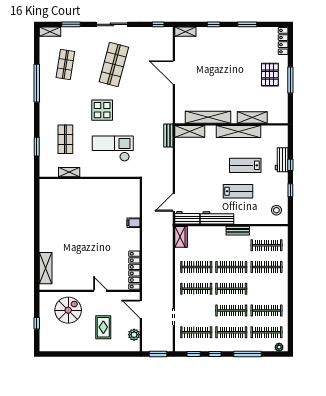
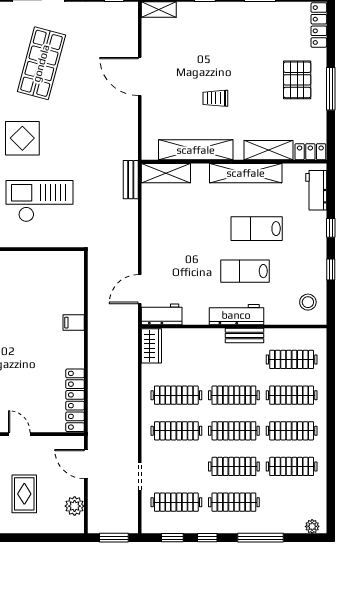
trolley: (220, 86) -> (215, 98), added
locker: (278, 118) -> (310, 152), added
workbench: (282, 160) -> (316, 190), moved
lab bench: (238, 191) -> (245, 271), turned 180
workbench: (217, 218) -> (236, 315), moved
clothes rail: (266, 332) -> (292, 431), moved

